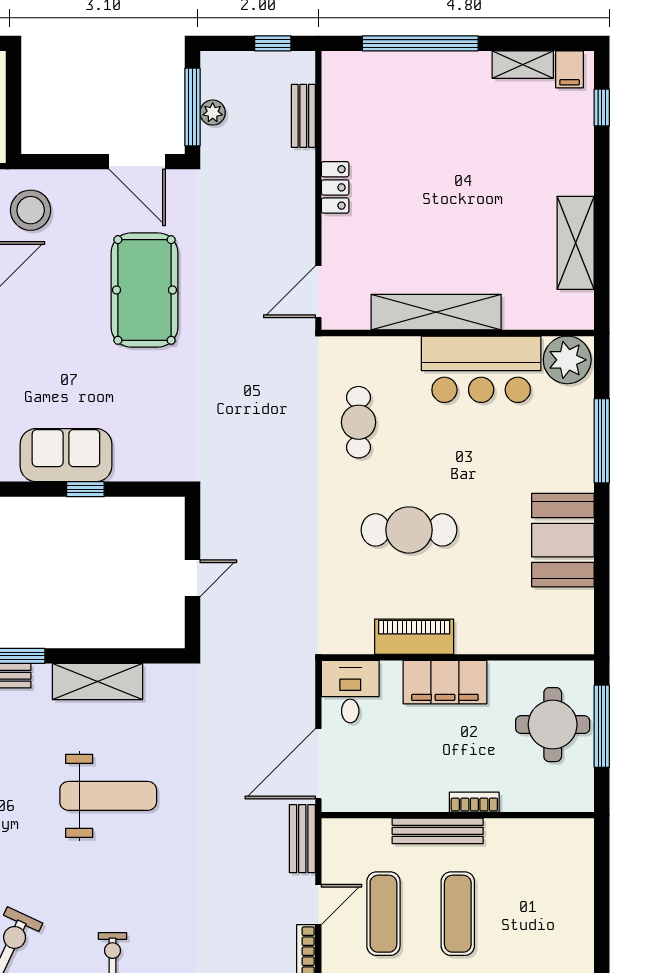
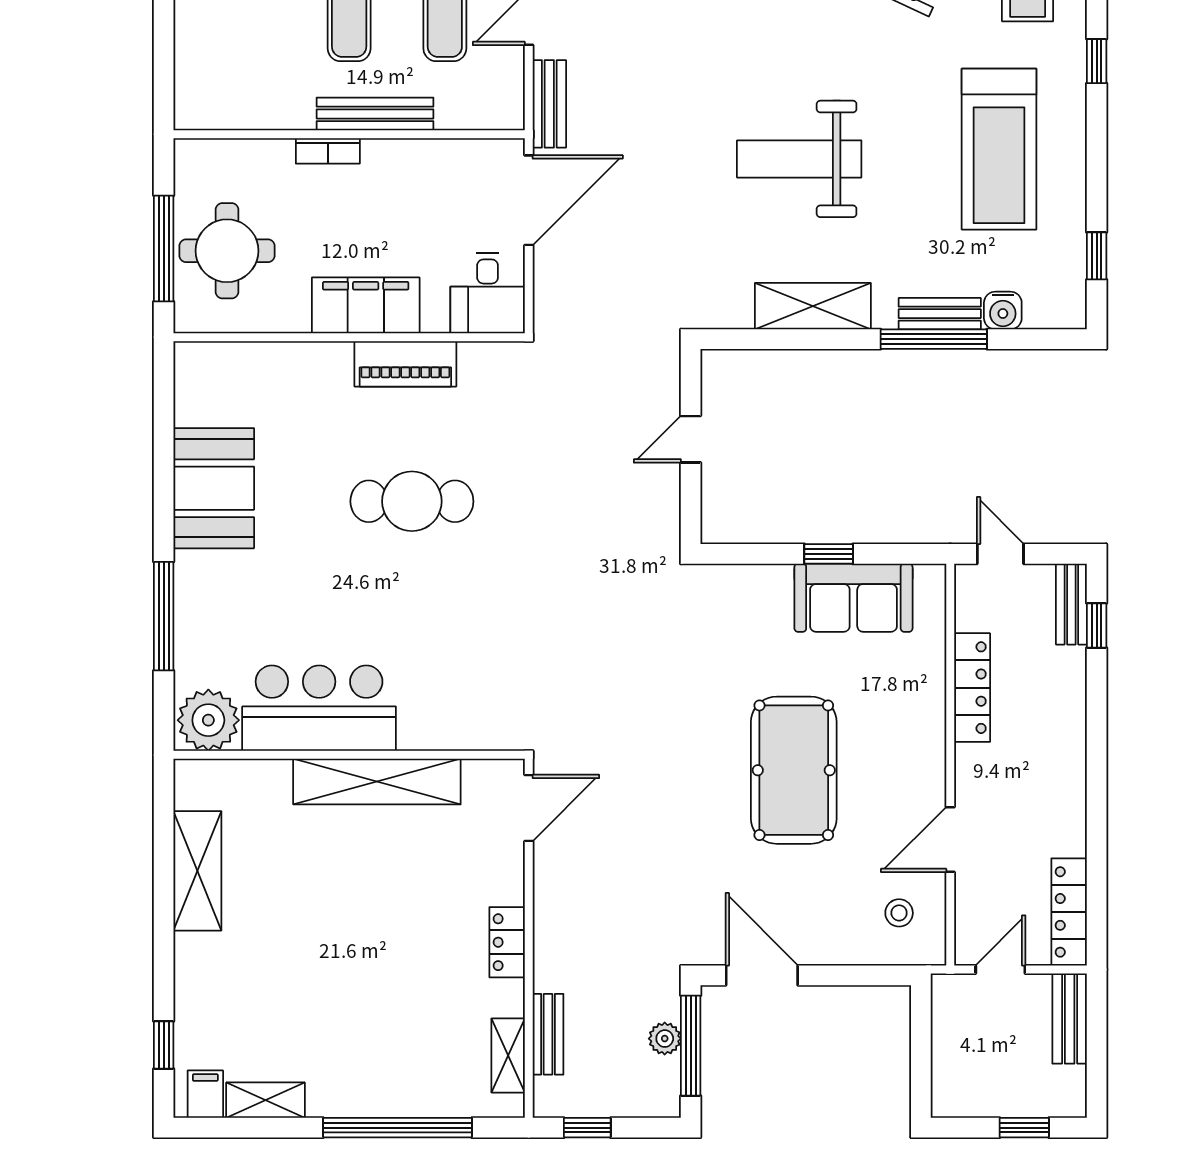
shelving: (334, 99) -> (508, 1056), added
stool: (31, 210) -> (899, 913), width x0.53, depth x0.53
pool table: (145, 290) -> (794, 770), moved
cafe table: (359, 422) -> (477, 640), removed

